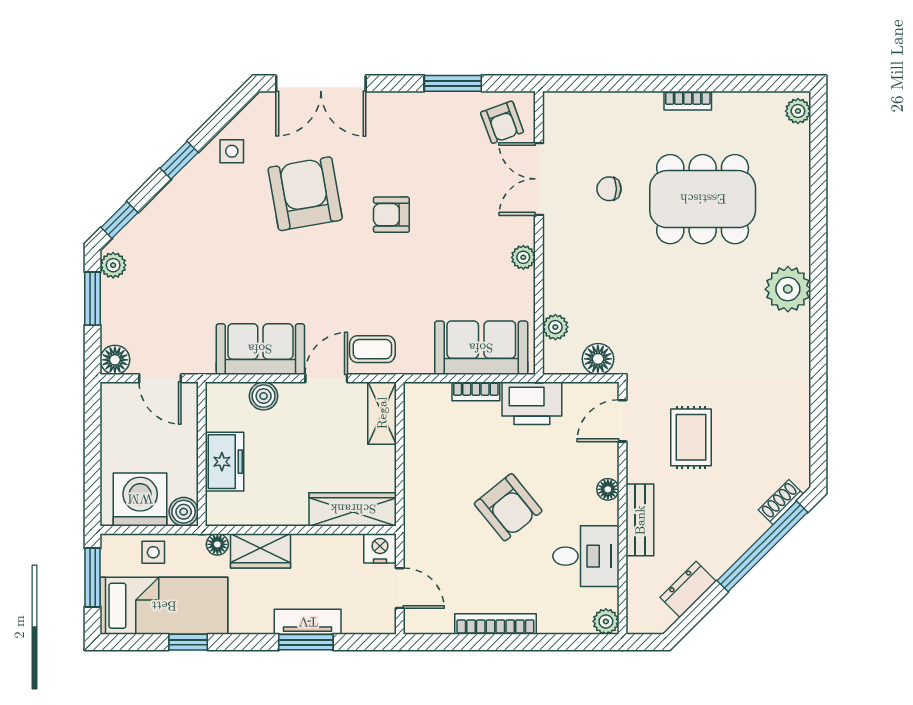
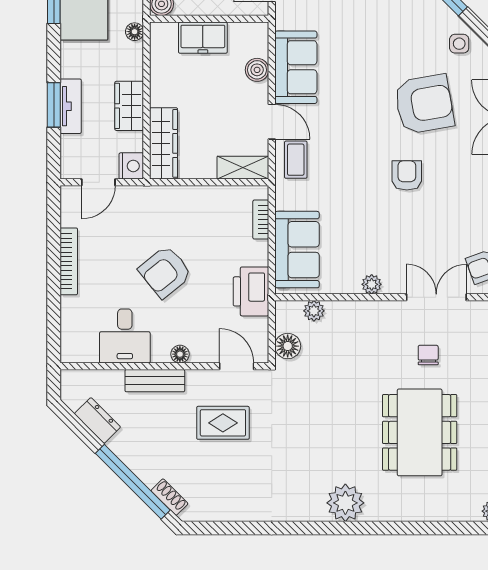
bookcase: (476, 391) -> (261, 220), moved
wardrobe: (261, 551) -> (129, 106), moved
plant: (606, 621) -> (71, 353), removed

